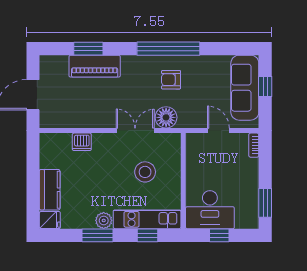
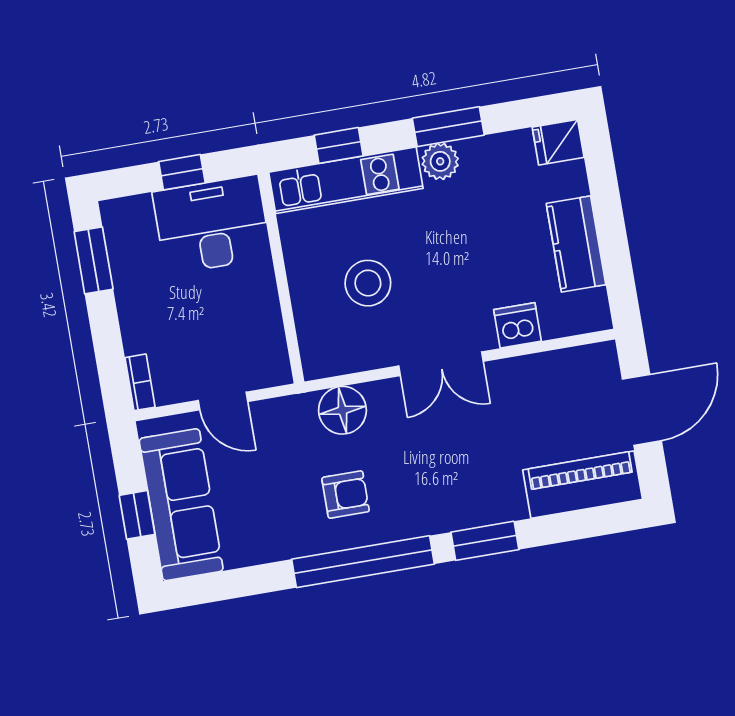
window: (88, 49) -> (485, 541), moved
piano: (95, 66) -> (583, 485), moved
double door: (135, 131) -> (441, 364), moved
kitchen counter: (50, 190) -> (576, 244), moved

